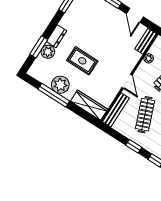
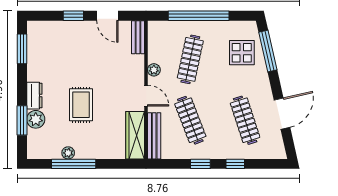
plant: (149, 58) -> (154, 70), moved
rug: (82, 61) -> (81, 105), turned 90
plant: (60, 85) -> (68, 153), width x0.53, depth x0.53
wardrobe: (89, 105) -> (135, 135), moved, turned -90

